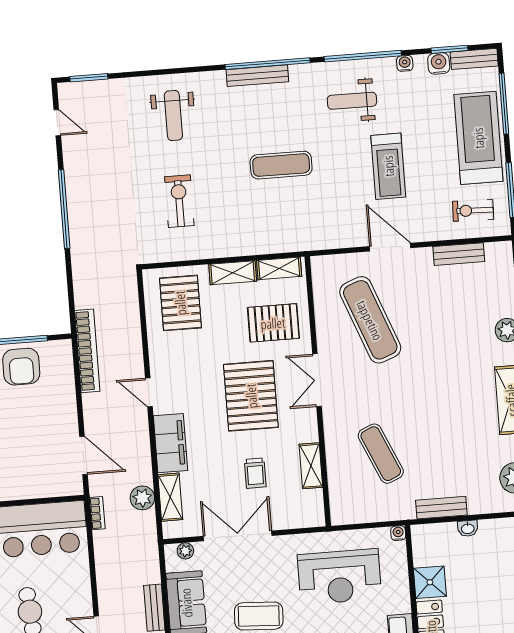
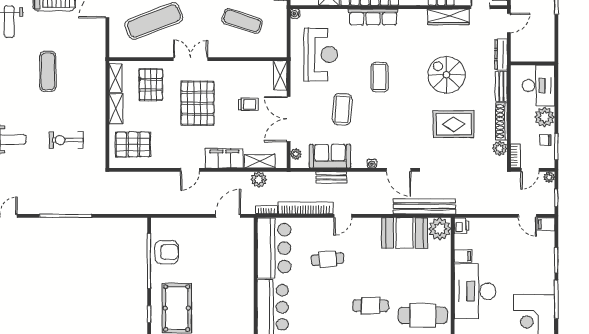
bookcase: (87, 351) -> (306, 208), moved
double door: (317, 380) -> (191, 59), swing flipped
pallet: (251, 396) -> (197, 103), turned 90
exercise mat: (381, 454) -> (242, 21), turned 42
shelving: (311, 466) -> (280, 75), moved, turned 90

